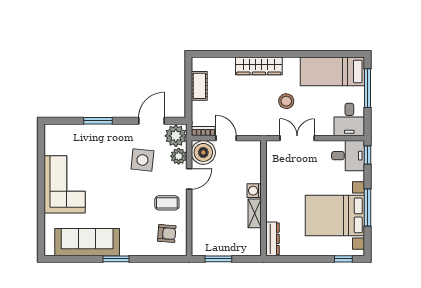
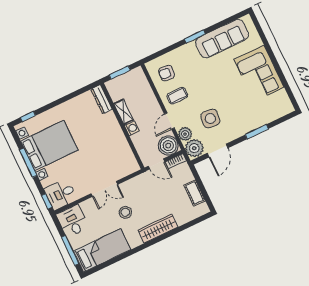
washing machine: (254, 191) -> (132, 128), moved
wall: (264, 198) -> (122, 126), moved
shelving: (255, 213) -> (124, 112), moved
dresser: (272, 239) -> (102, 99), moved

